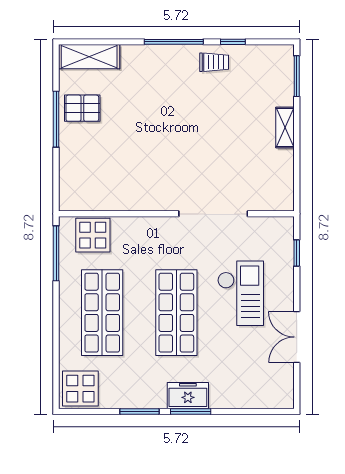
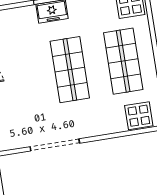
checkout: (241, 293) -> (26, 91), removed

